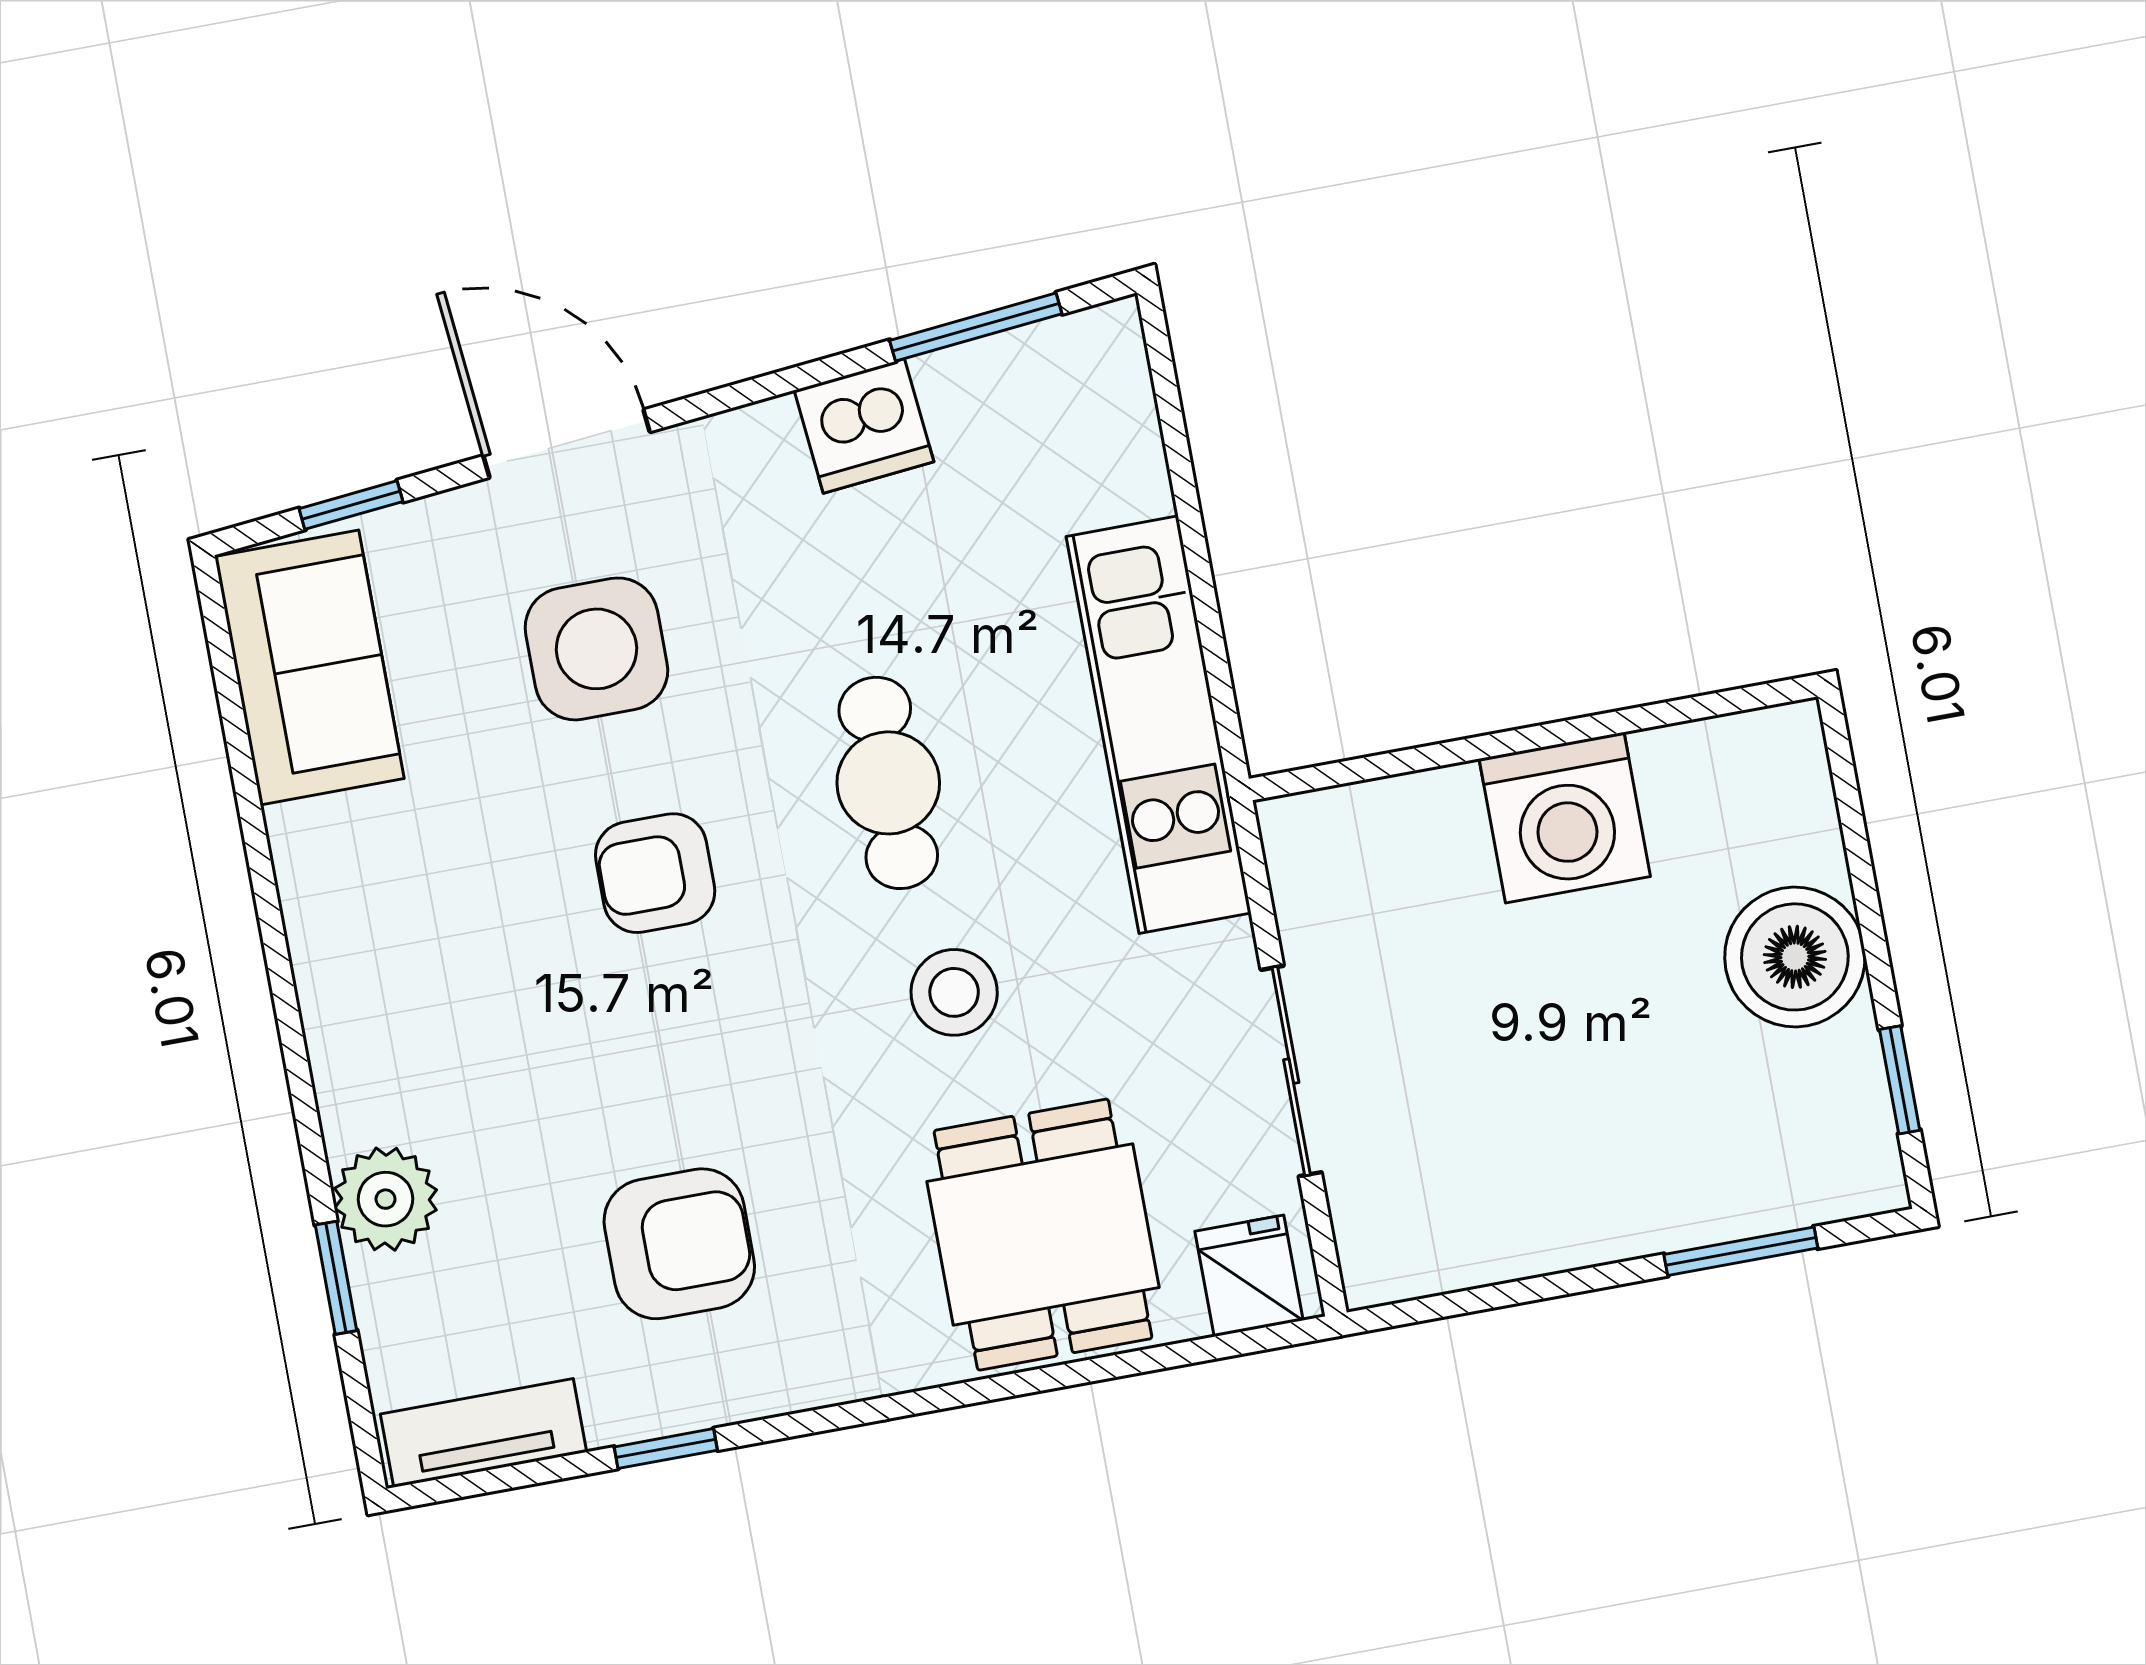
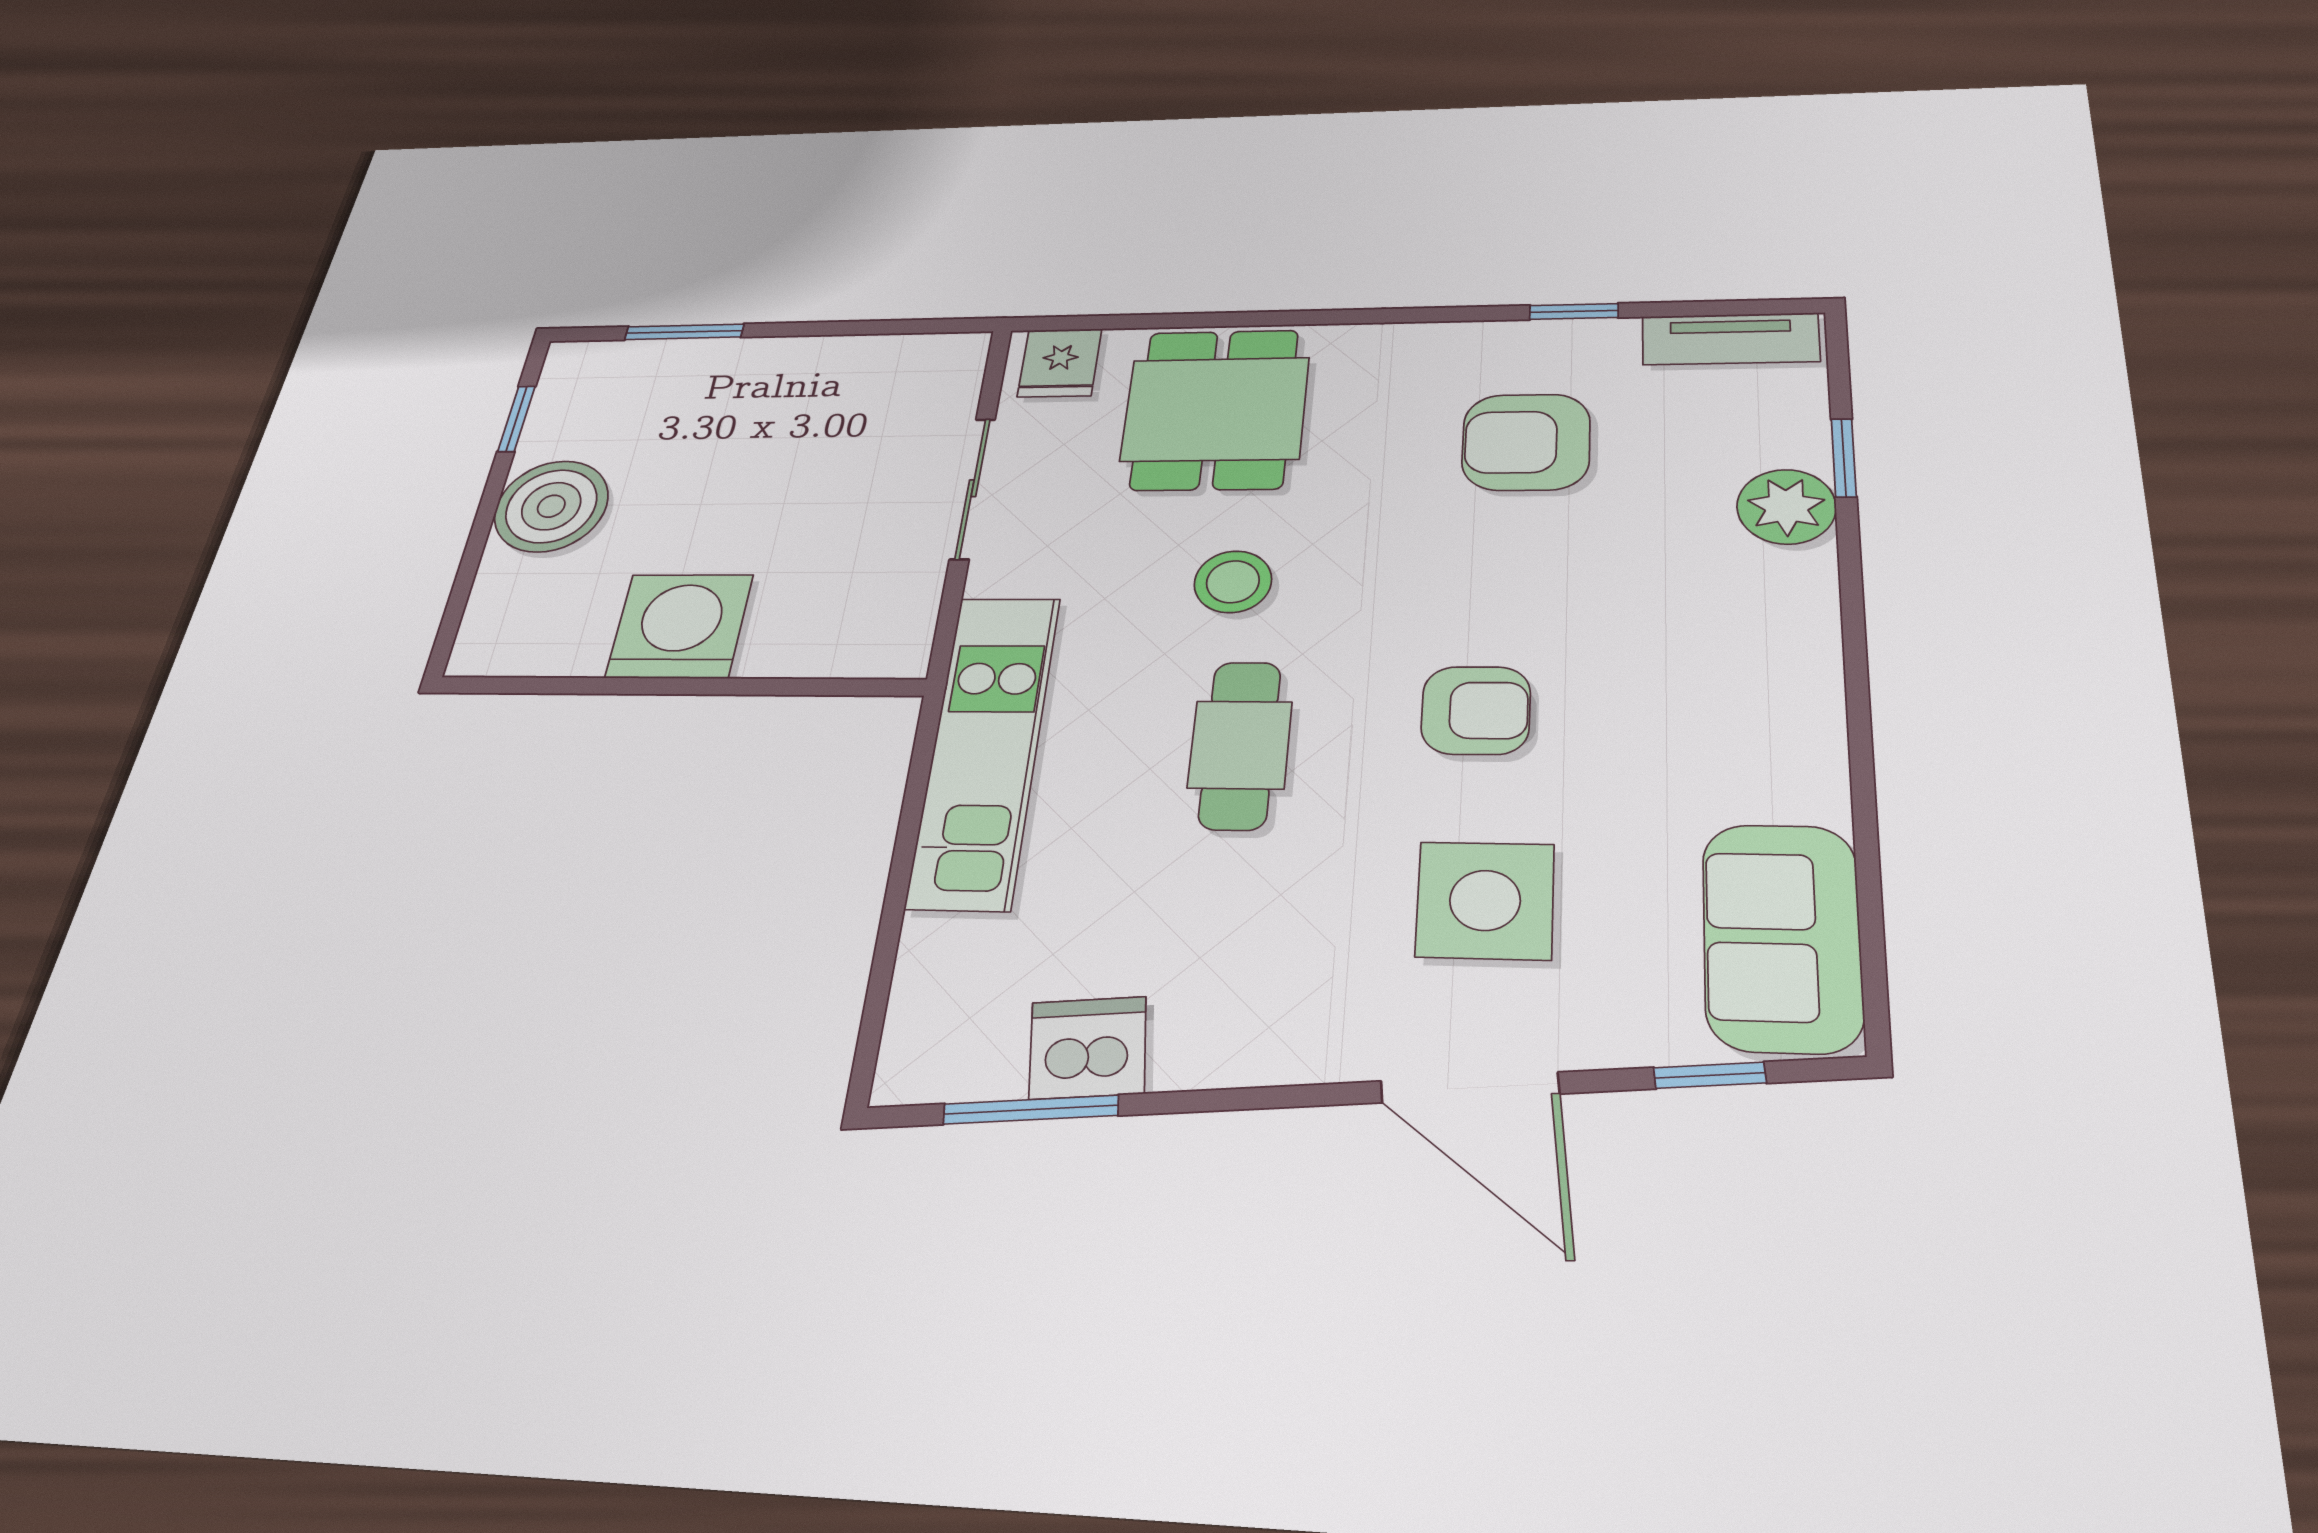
dishwasher: (864, 426) -> (1088, 1048), moved

